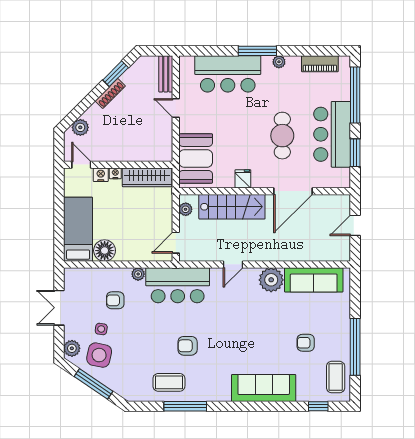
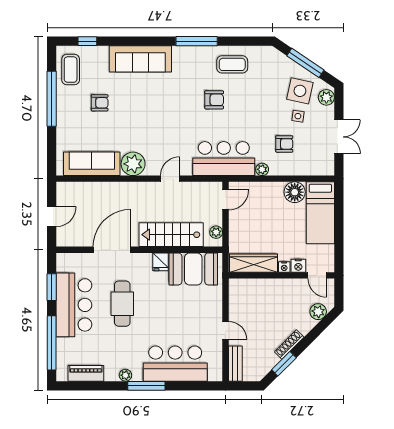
booth: (196, 158) -> (193, 269), moved, turned 90
window: (185, 406) -> (197, 41), moved

